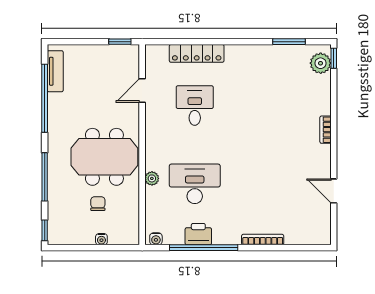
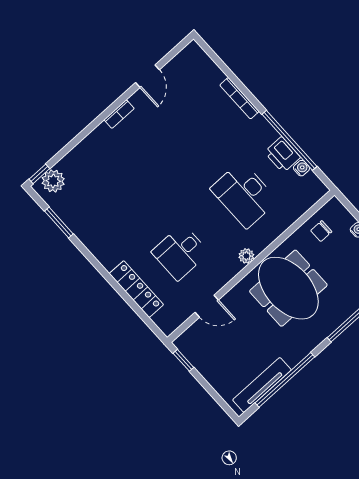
tv unit: (55, 71) -> (262, 385), width x1.41
bookcase: (325, 130) -> (119, 114), moved
plant: (152, 178) -> (246, 256), moved
chair: (98, 204) -> (321, 231), moved
water cooler: (156, 239) -> (301, 168), moved

